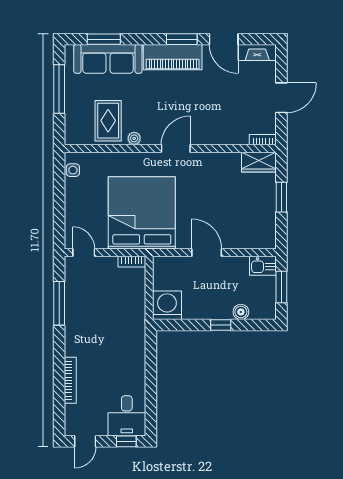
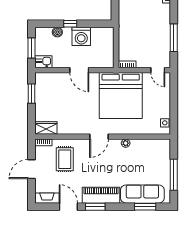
rug: (108, 121) -> (65, 159), moved
window: (281, 197) -> (31, 94), moved
washing machine: (167, 305) -> (81, 36), moved

